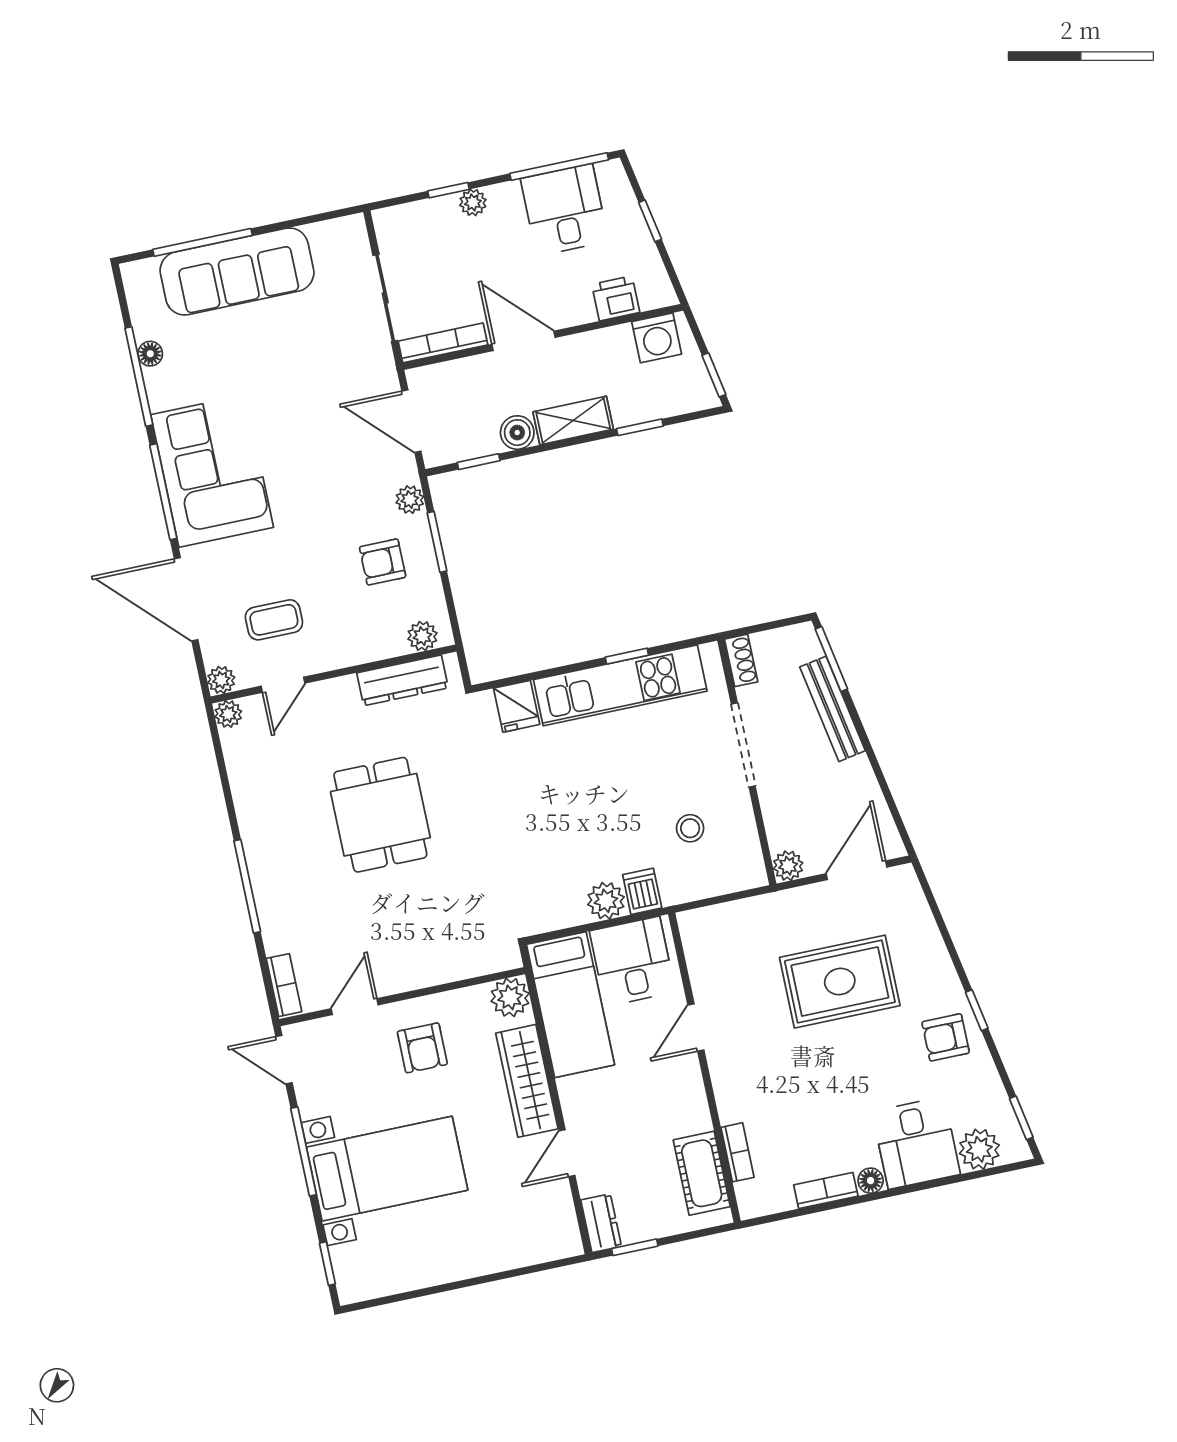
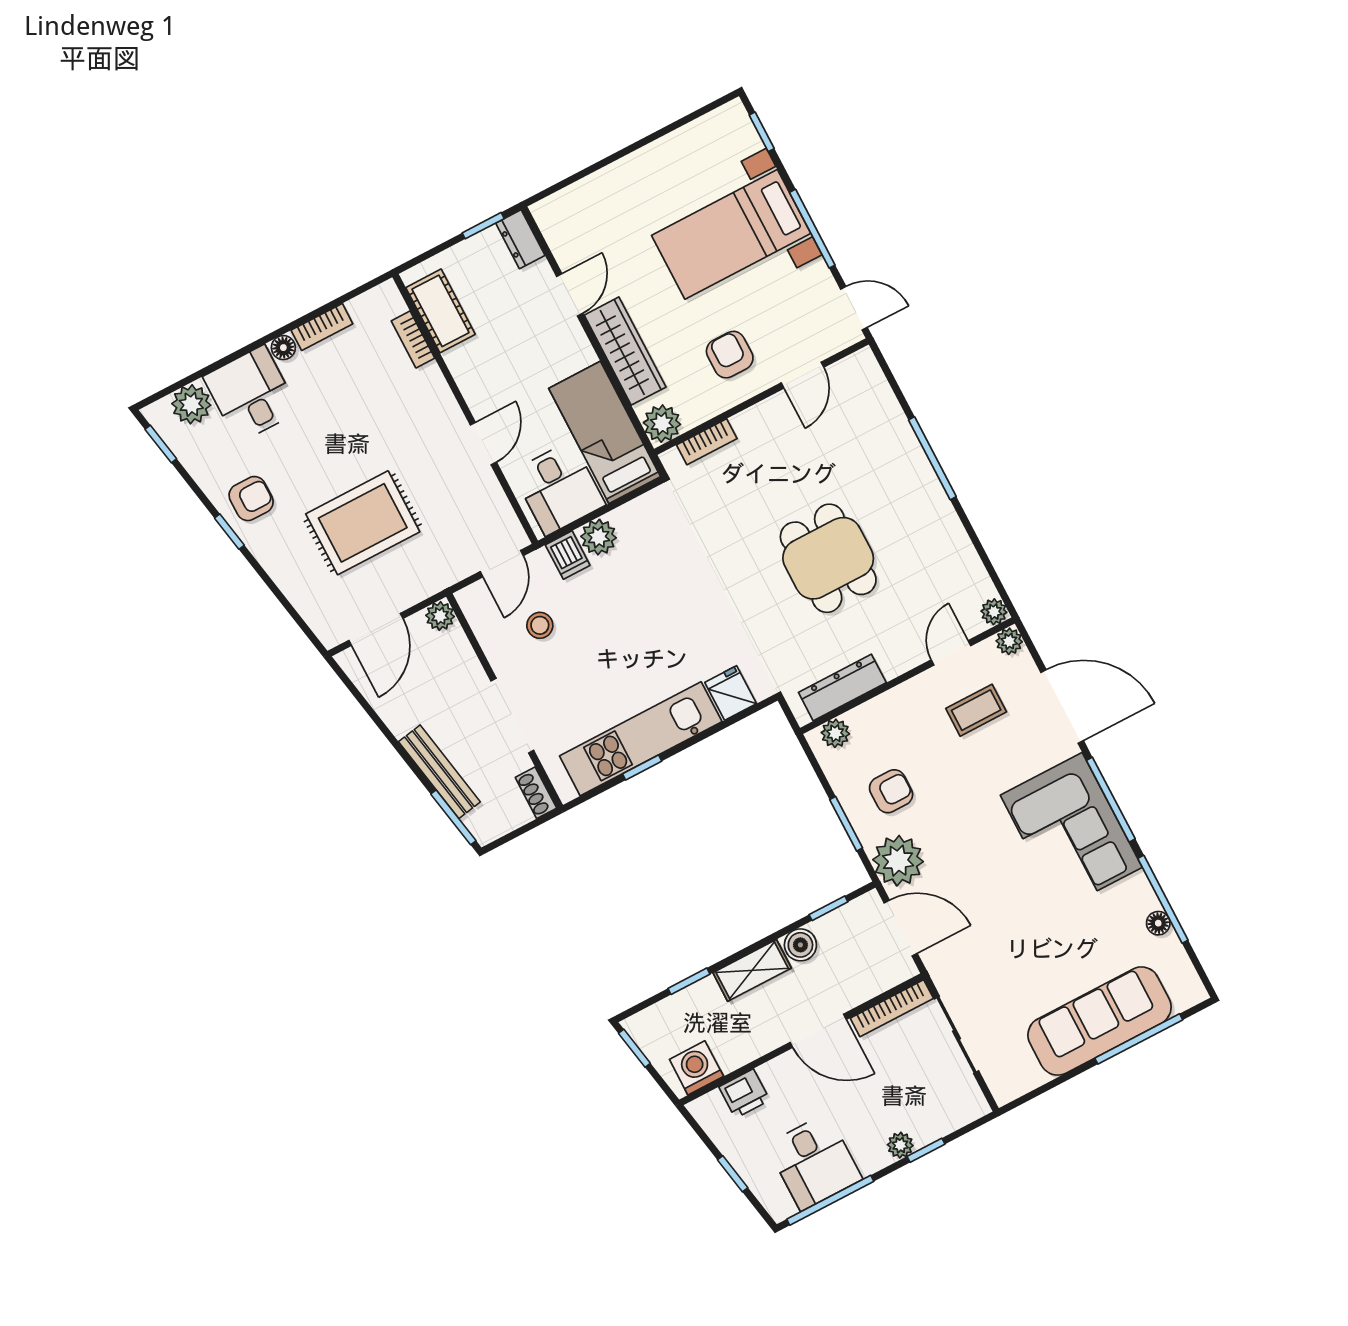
plant: (410, 500) -> (898, 861), width x1.87, depth x1.87
door: (711, 901) -> (502, 564), added
bookcase: (284, 985) -> (707, 442), moved, turned -90

